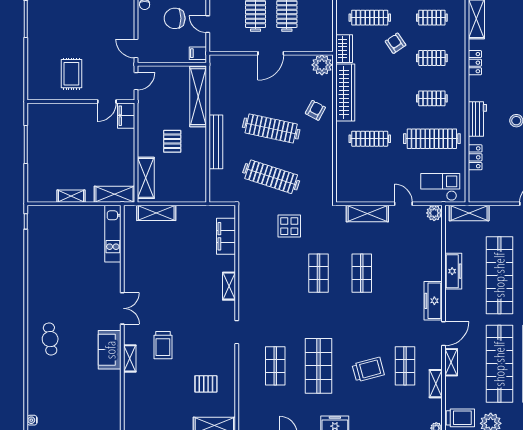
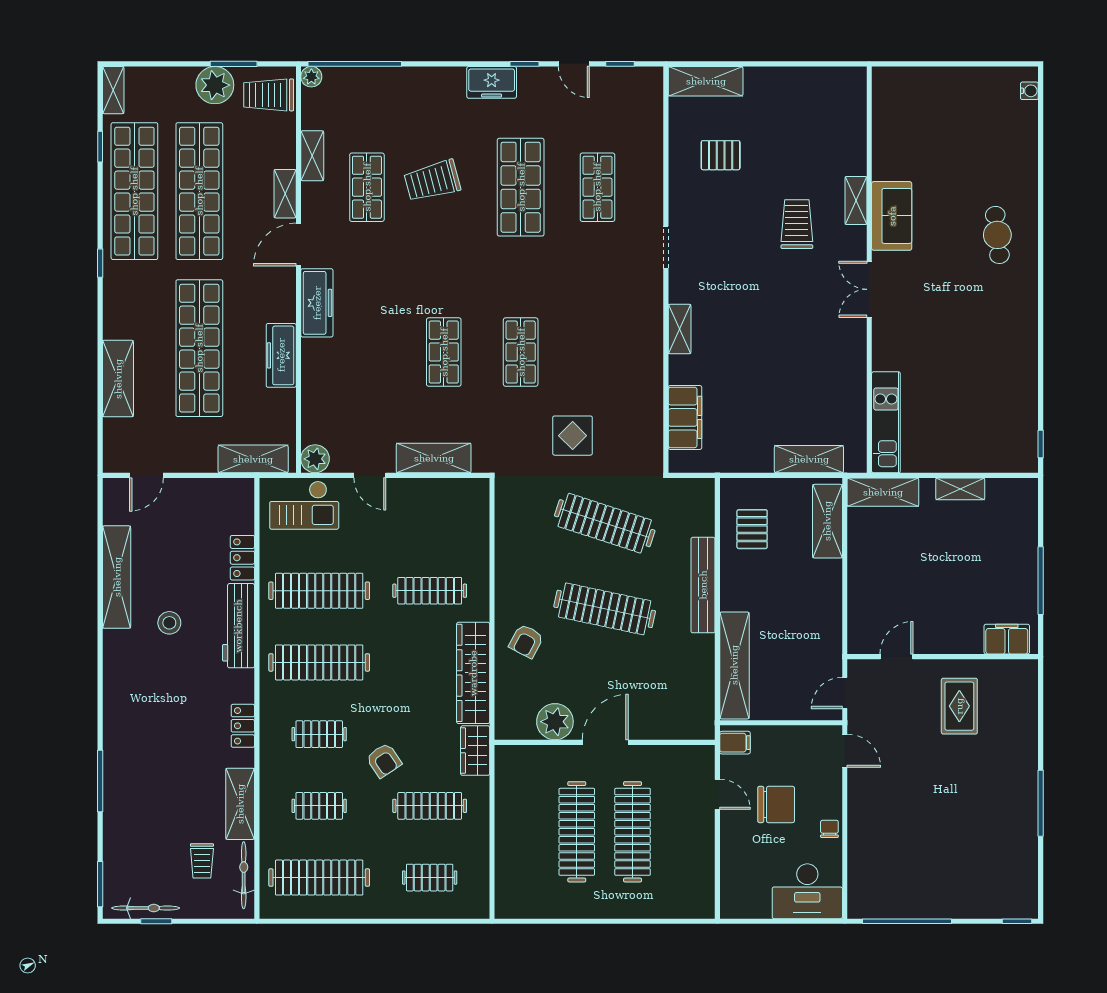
plant: (322, 65) -> (555, 722), moved
clothes rail: (432, 98) -> (319, 662), width x1.86, depth x1.31
filing cabinet: (126, 116) -> (1007, 639), moved, turned -90
workbench: (477, 119) -> (238, 626), width x1.38
pallet: (172, 141) -> (752, 529), moved

